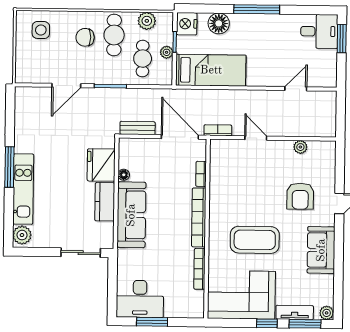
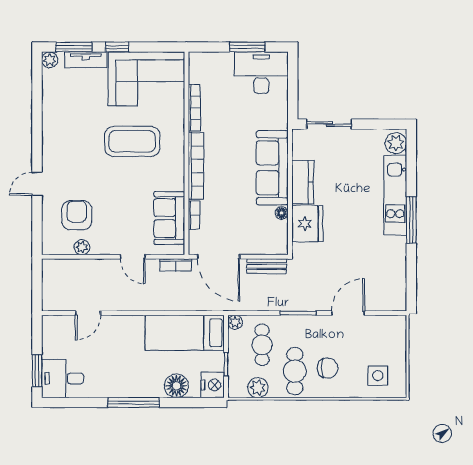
plant: (167, 52) -> (235, 322), moved
armchair: (300, 196) -> (77, 215), moved
sofa: (321, 250) -> (169, 218), moved, turned 180

